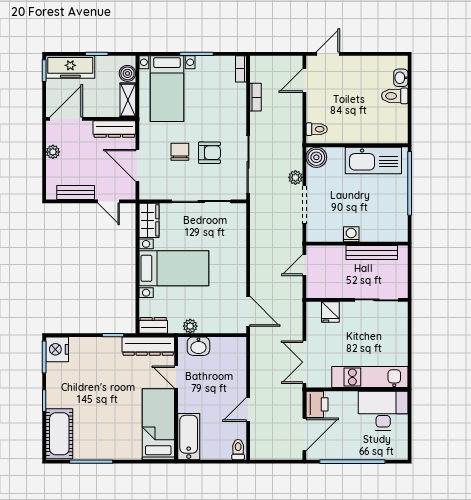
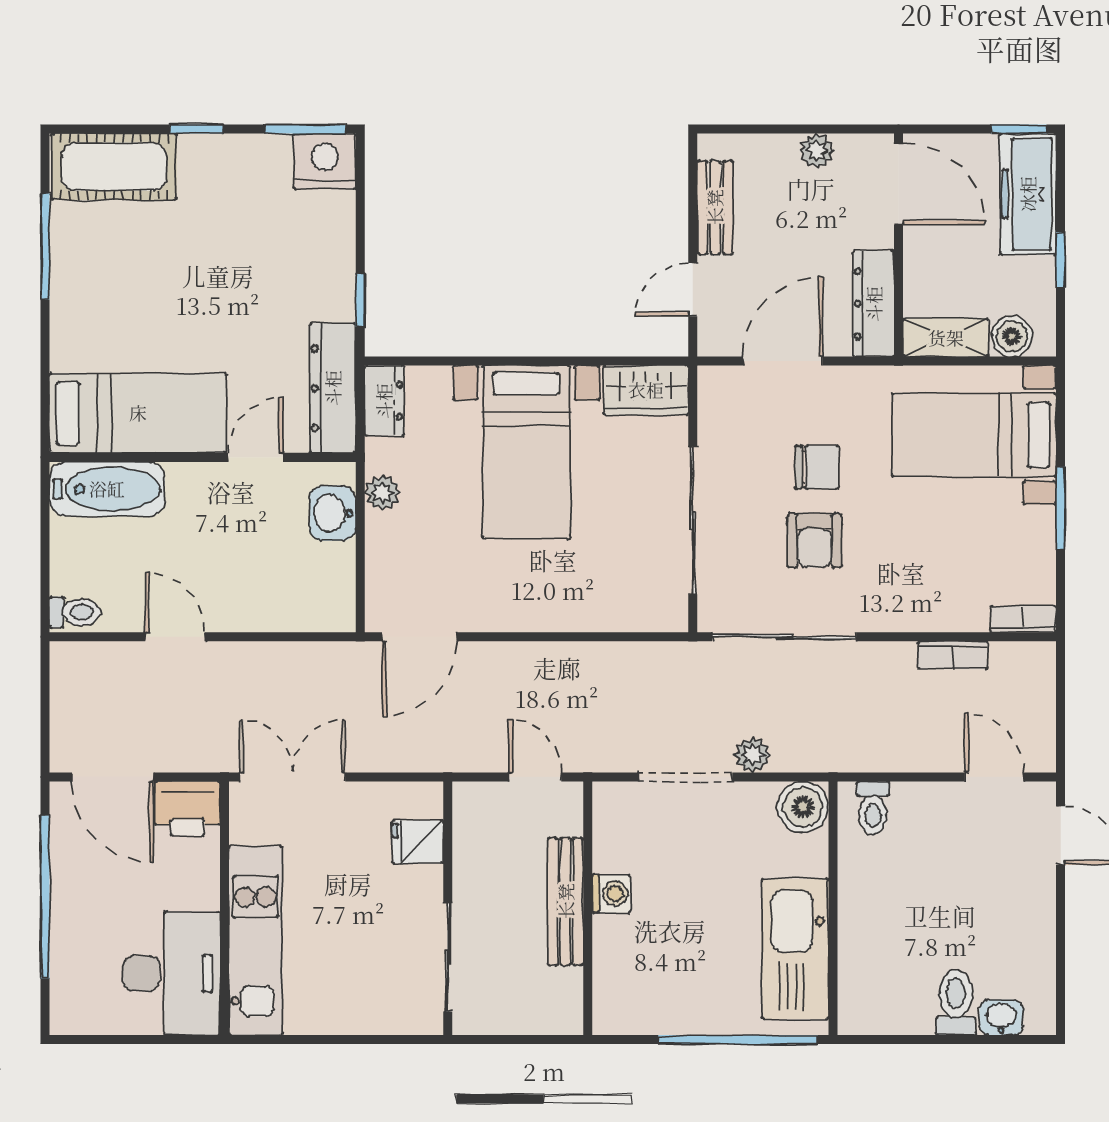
bench: (372, 253) -> (566, 901), moved

